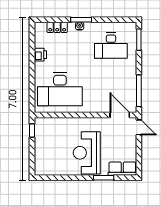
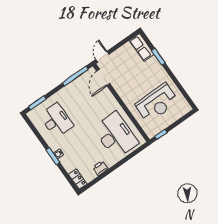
locker: (57, 27) -> (78, 179), moved
reception desk: (87, 153) -> (157, 103), moved

